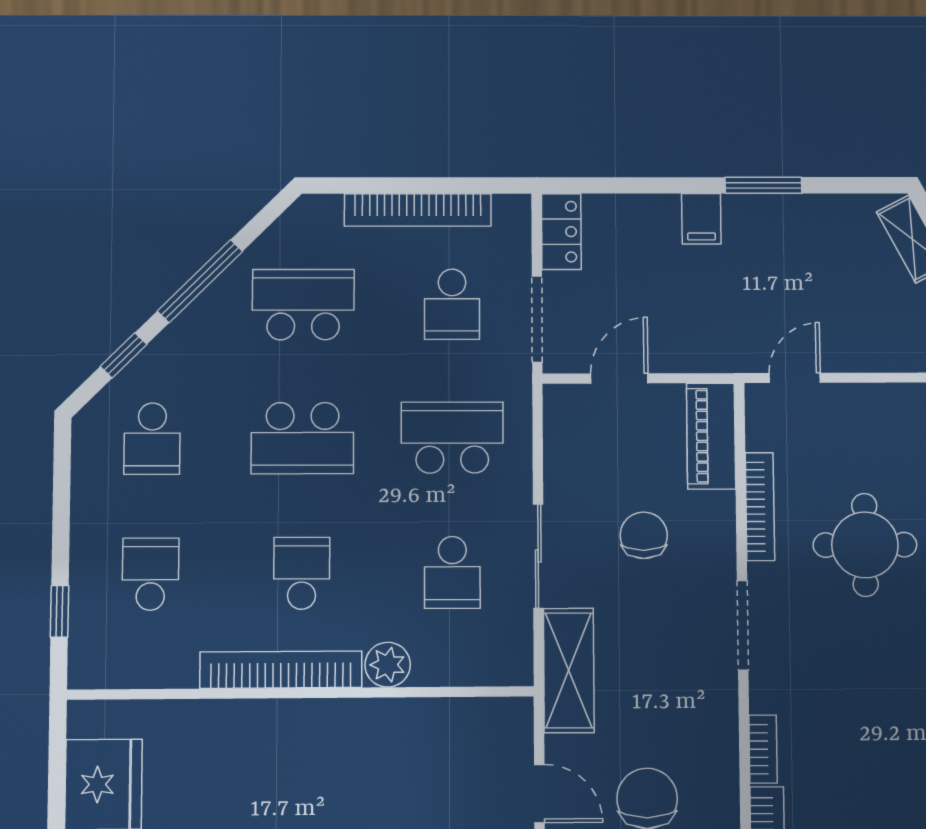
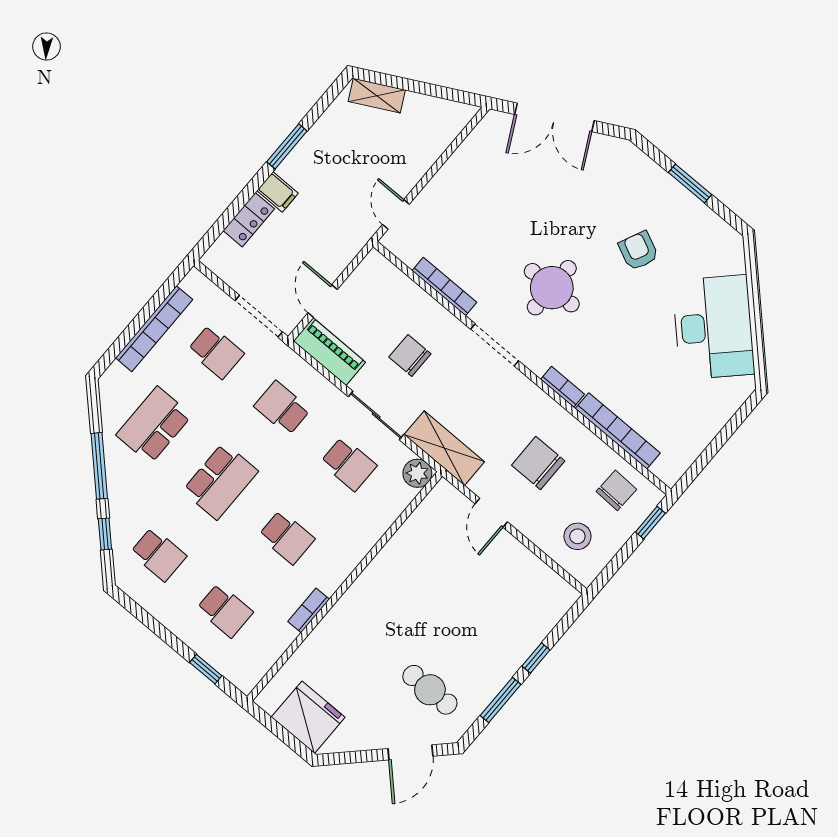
locker: (561, 232) -> (249, 220), moved, turned 90
piano: (711, 436) -> (329, 352), moved, turned 180
school desk: (452, 438) -> (282, 408), width x0.54
round table: (865, 545) -> (552, 288), moved
school desk: (302, 573) -> (287, 537), turned 180
school desk: (150, 574) -> (225, 610), turned 180
plant: (388, 665) -> (417, 473), moved
bookcase: (281, 670) -> (309, 610), width x0.43, depth x0.76
door: (539, 794) -> (491, 513), swing flipped

